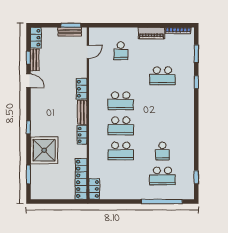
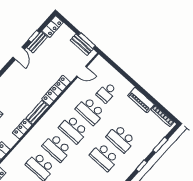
school desk: (121, 76) -> (90, 111), added
locker: (82, 89) -> (56, 90), width x1.53
school desk: (162, 101) -> (104, 157), added

